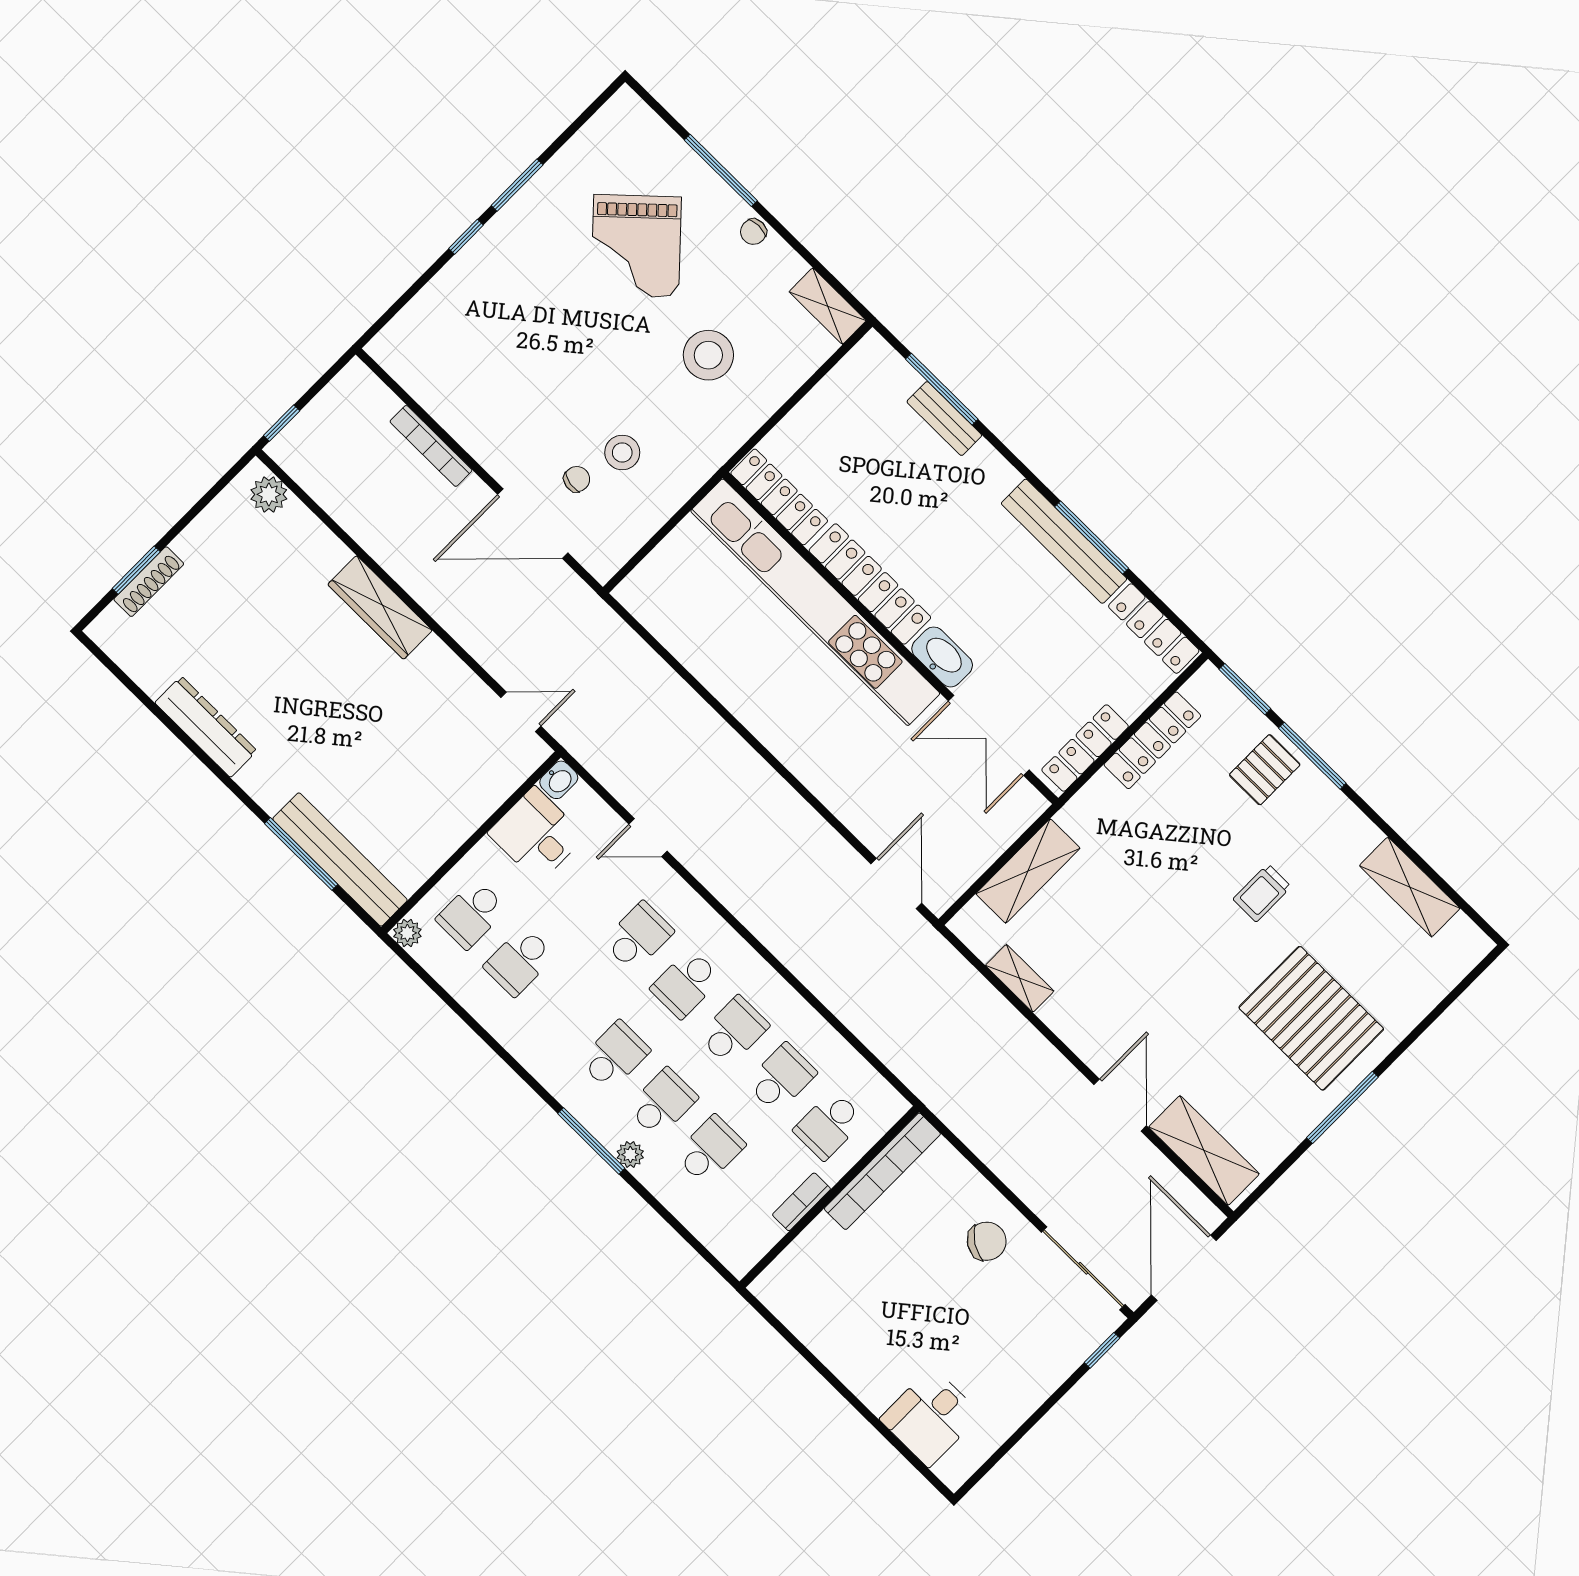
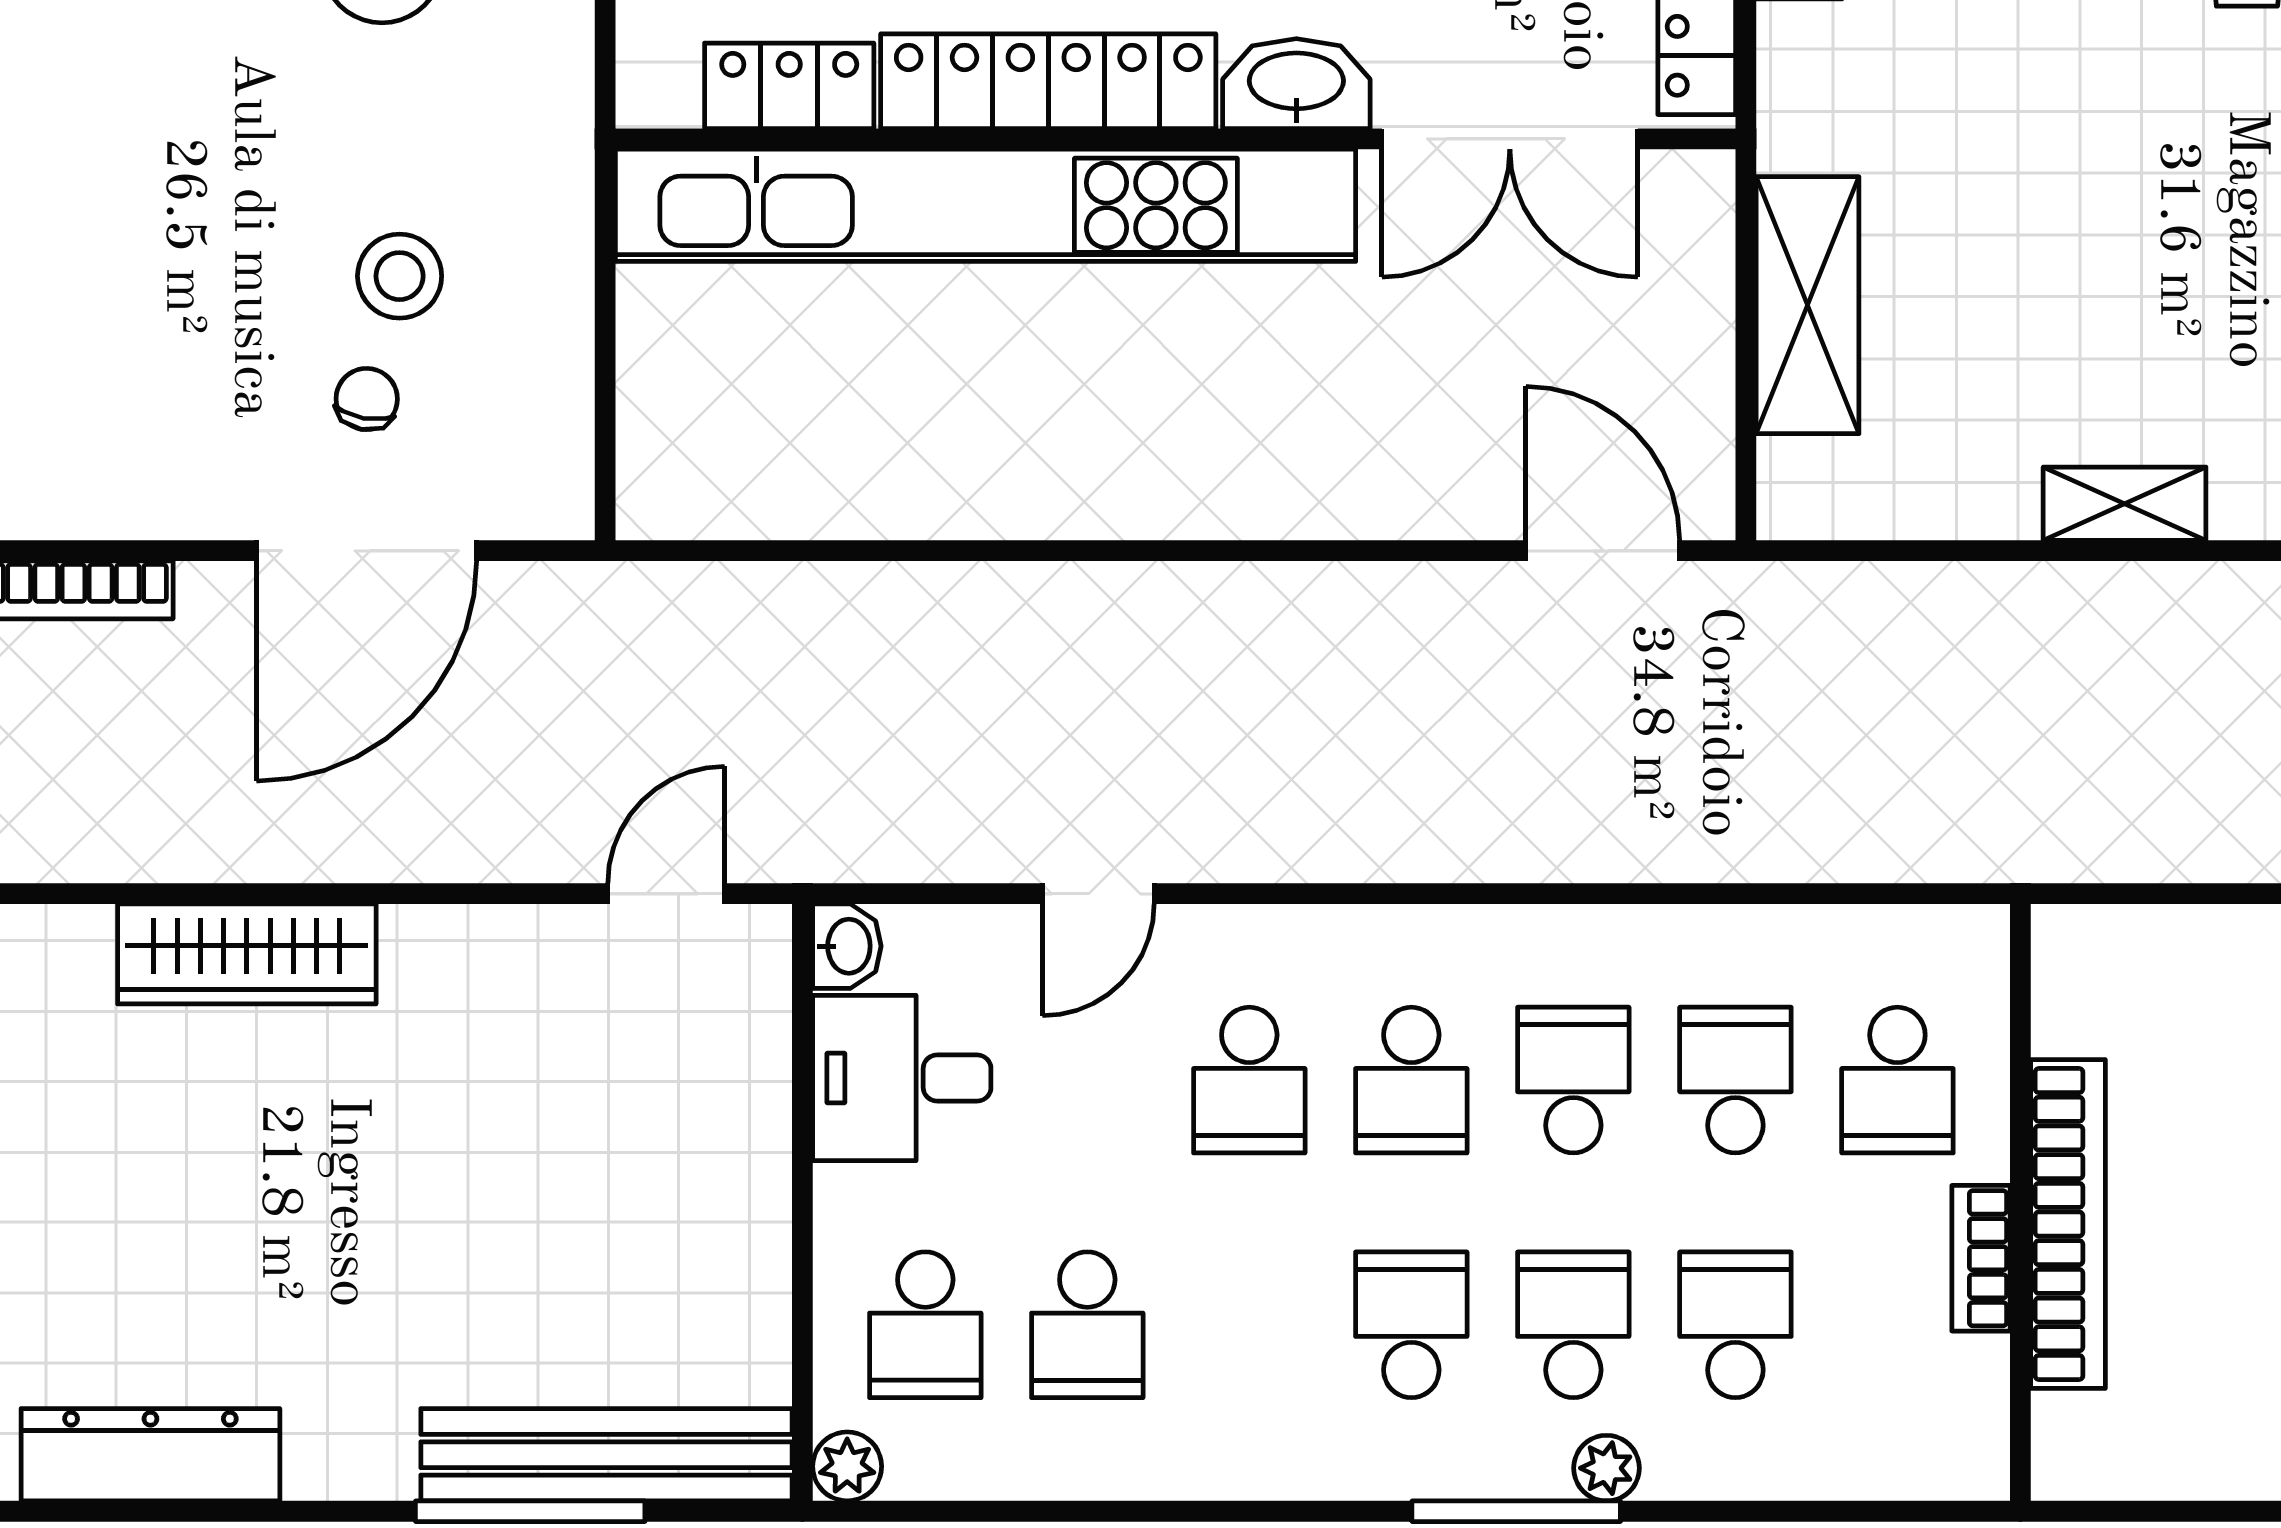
locker: (779, 497) -> (789, 86), width x0.66
school desk: (638, 936) -> (1249, 1080), turned 180
shelving: (1020, 978) -> (2125, 504), moved
bookcase: (882, 1171) -> (2068, 1224), moved

